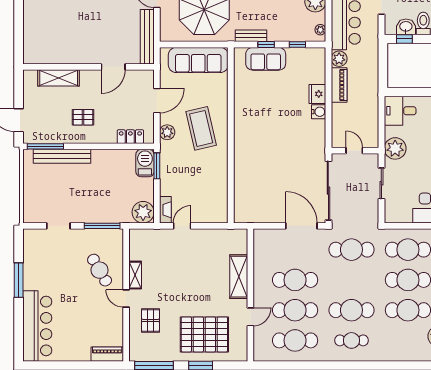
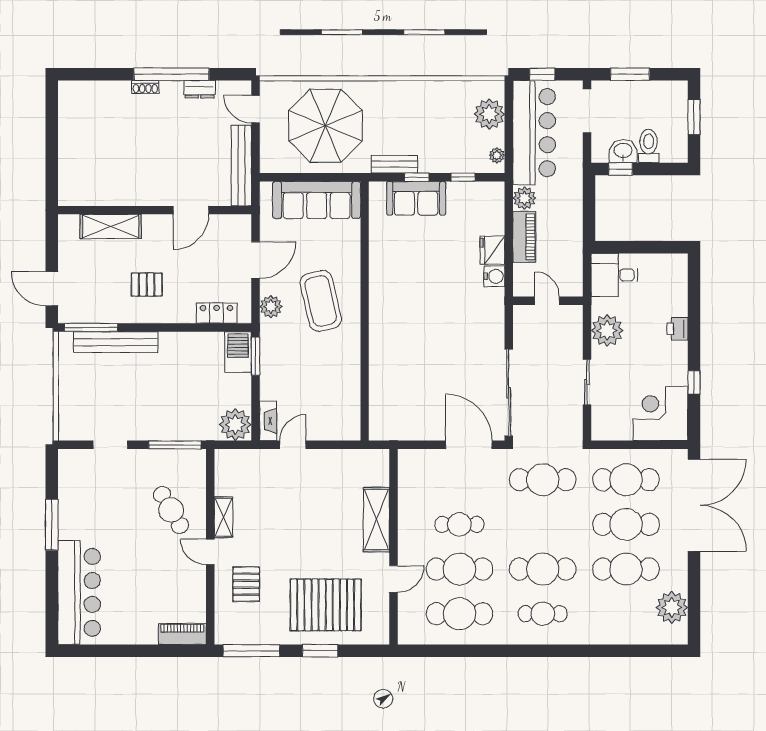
door: (354, 151) -> (547, 301), moved
wall: (355, 151) -> (548, 301), moved
cafe table: (295, 280) -> (459, 524), width x0.73, depth x0.74

